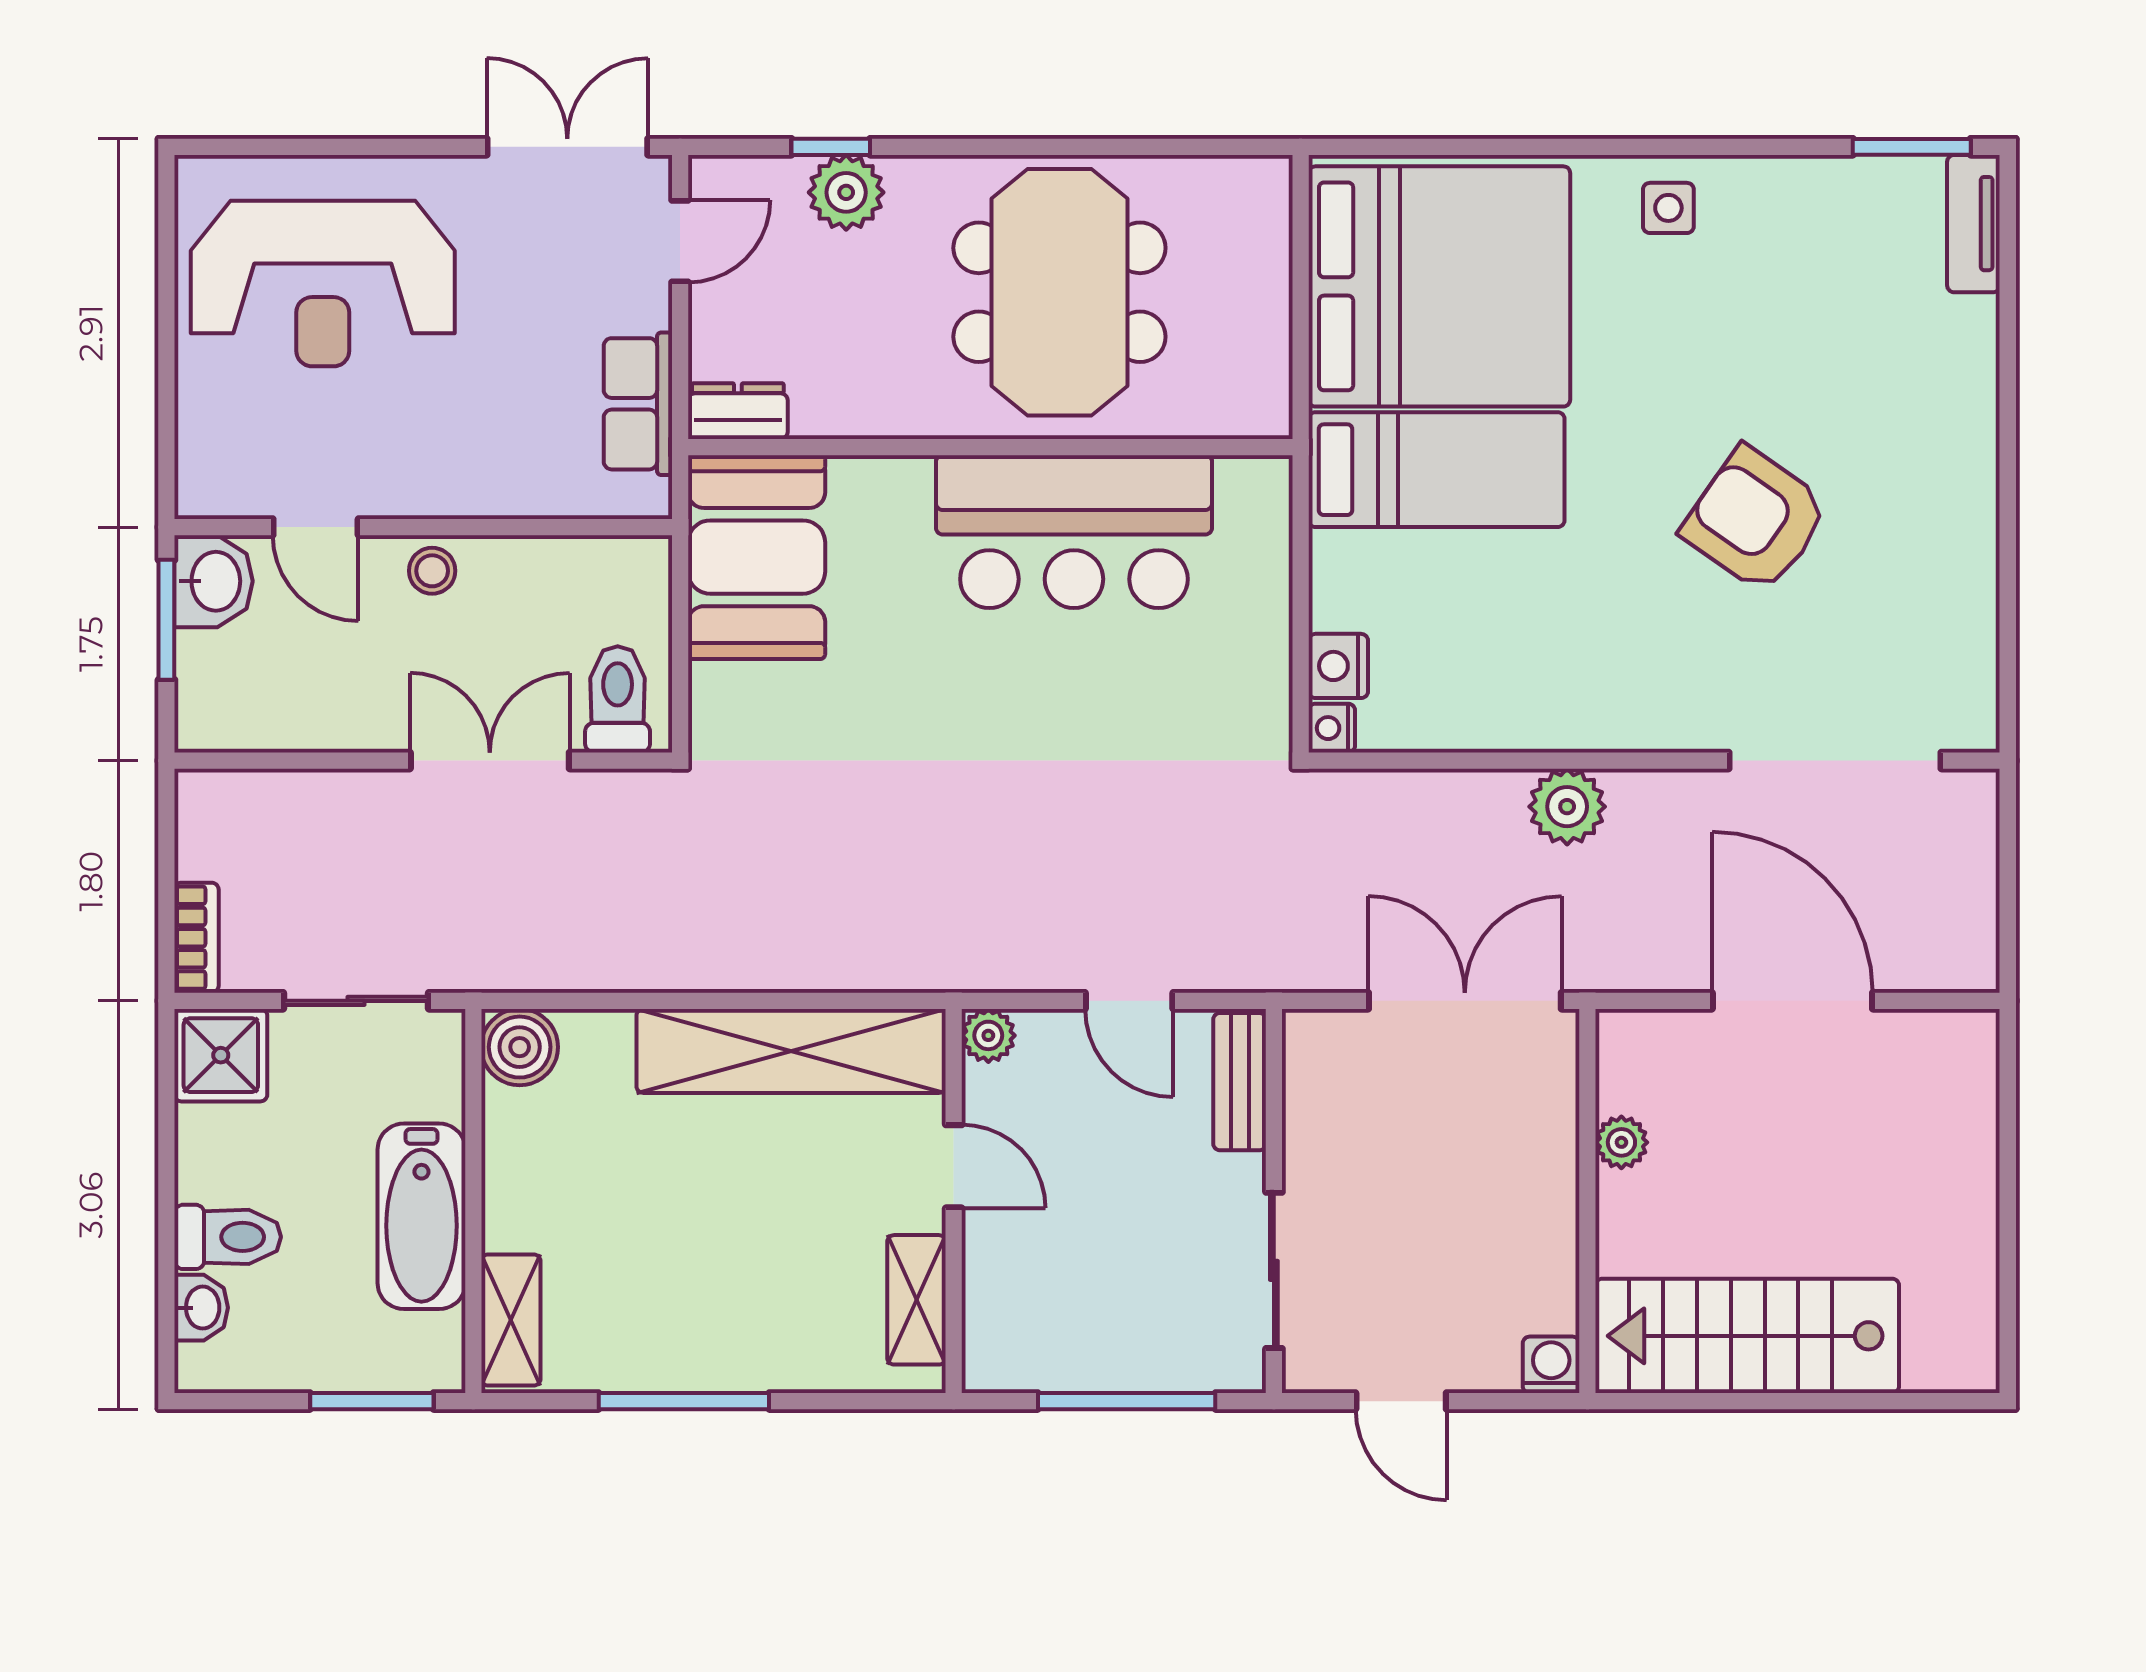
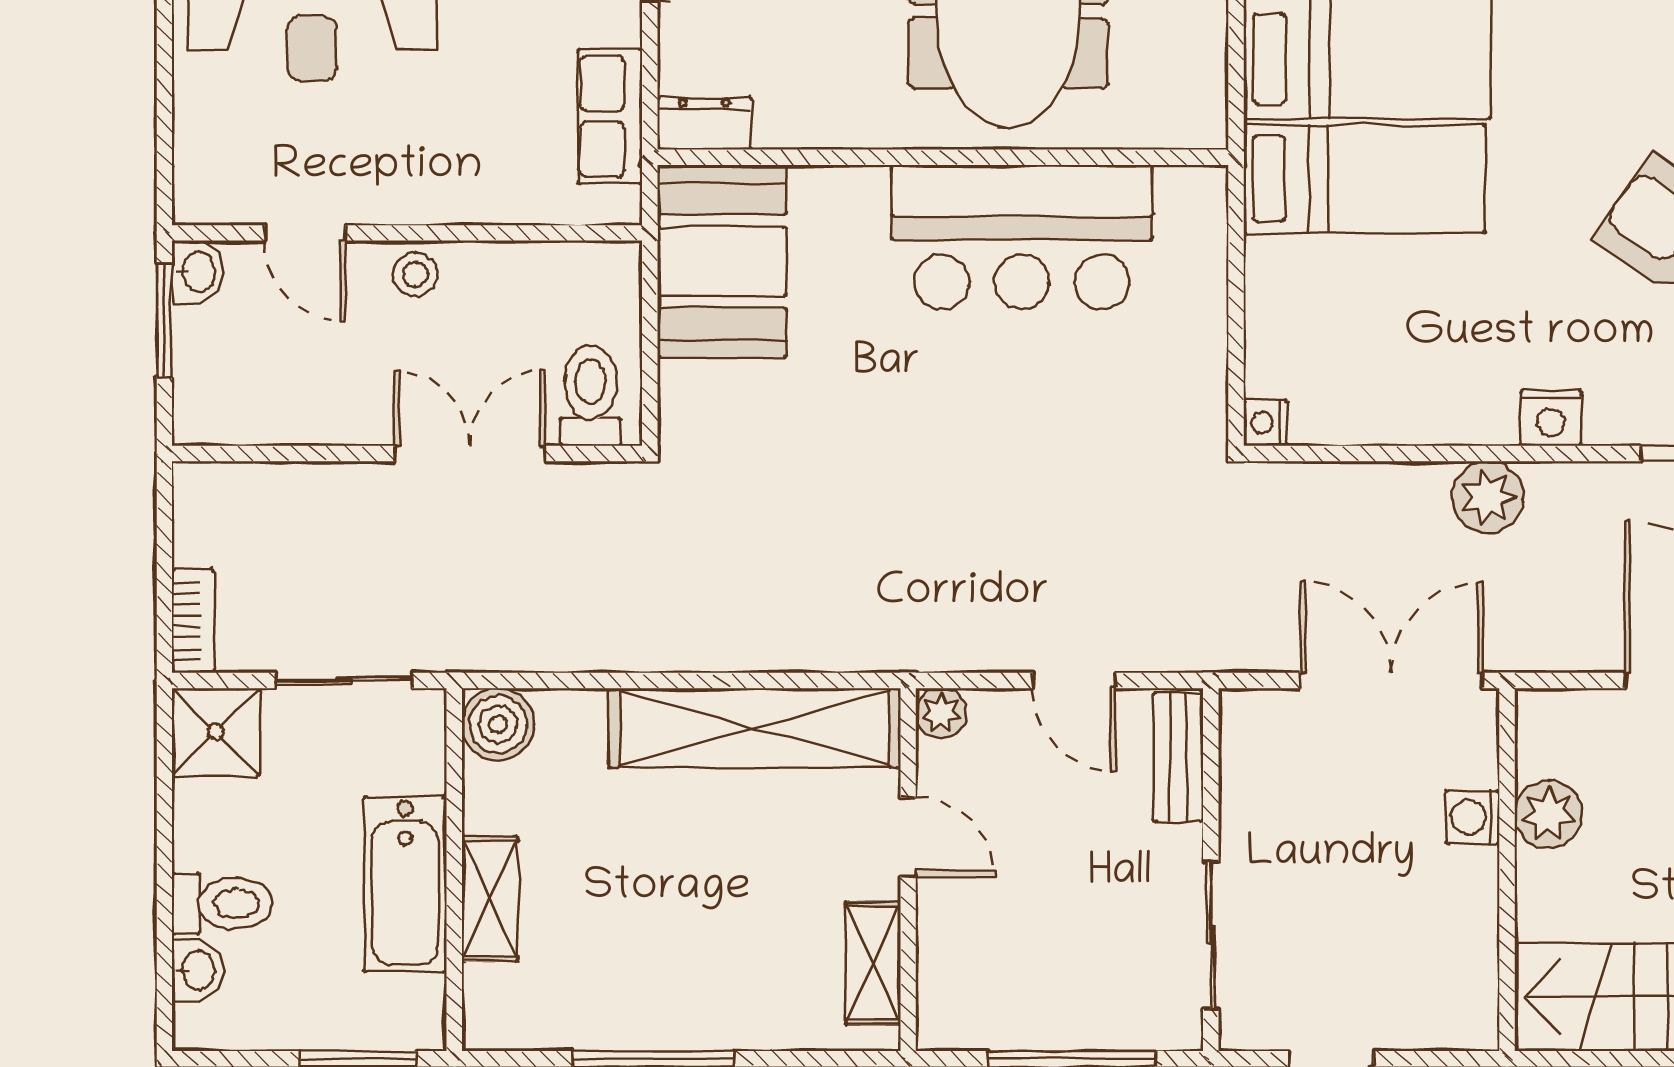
washbasin: (213, 581) -> (197, 272), width x0.72, depth x0.69
nightstand: (1338, 666) -> (1551, 418), moved, turned -90
plant: (1621, 1142) -> (1548, 814), width x1.38, depth x1.38
shelving: (511, 1320) -> (490, 899), moved
washing machine: (1551, 1365) -> (1473, 817), moved, turned -90

